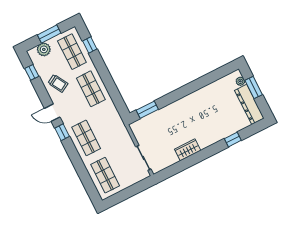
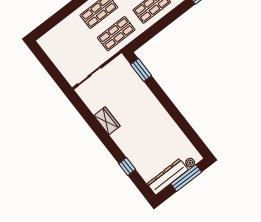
window: (254, 88) -> (186, 178), width x1.44
shop shelf: (105, 175) -> (116, 34), moved

